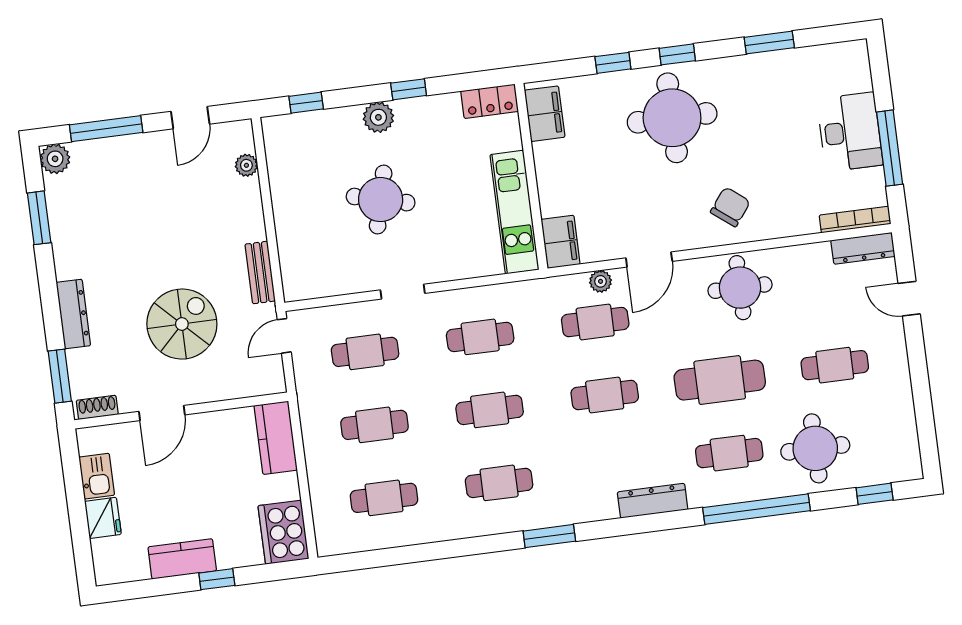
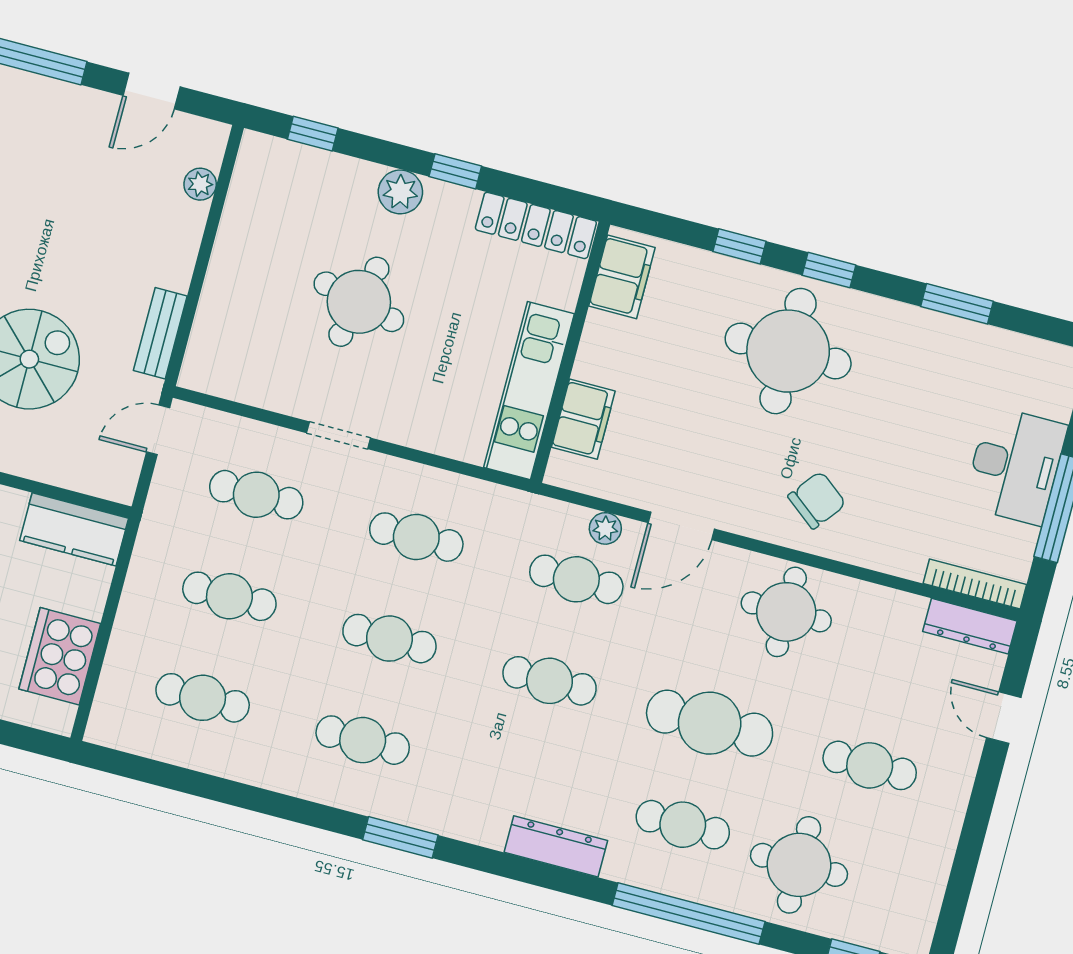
locker: (490, 101) -> (536, 225), width x1.53
filing cabinet: (561, 242) -> (583, 419), moved
kitchen counter: (276, 438) -> (74, 529), moved, turned -90
cooker: (283, 532) -> (60, 656), moved

